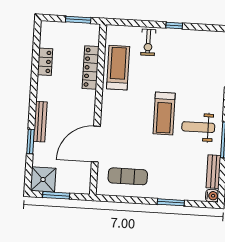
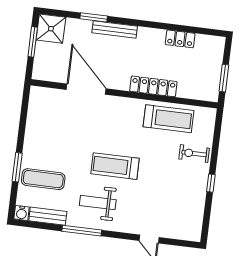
locker: (91, 67) -> (153, 86), moved
weight bench: (198, 127) -> (98, 203), turned -90
exercise mat: (128, 176) -> (43, 179), moved, turned 90

